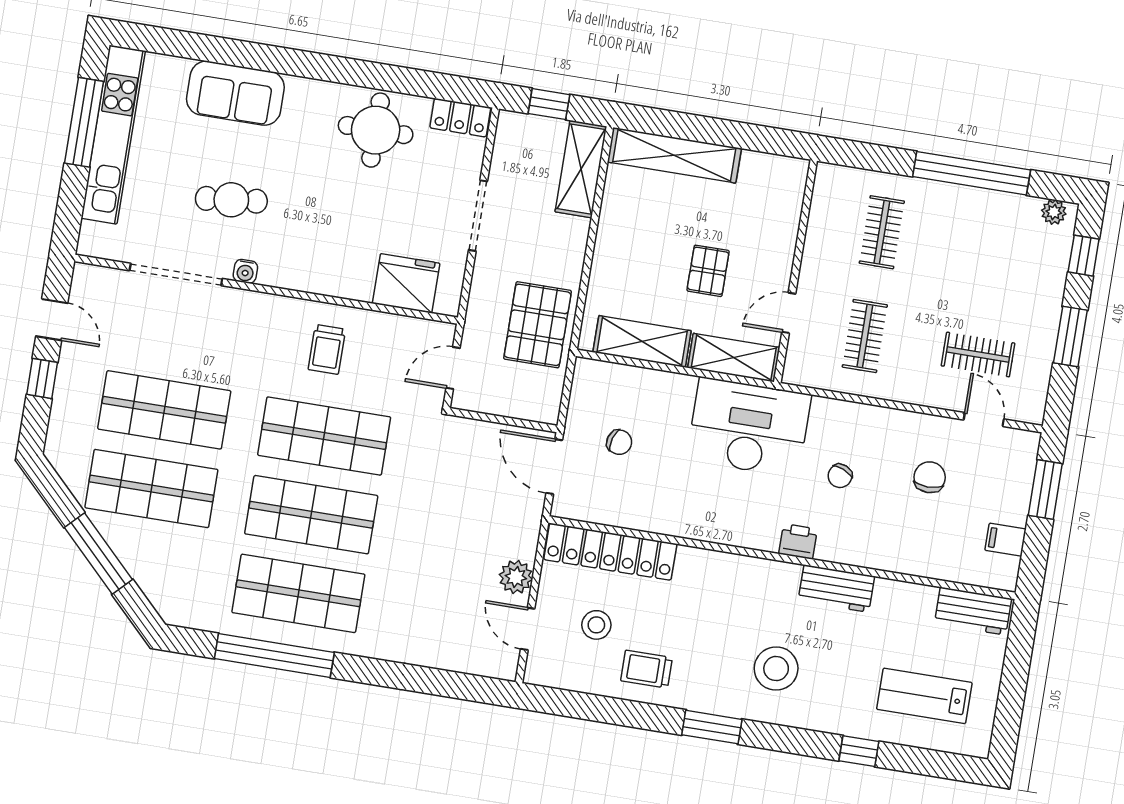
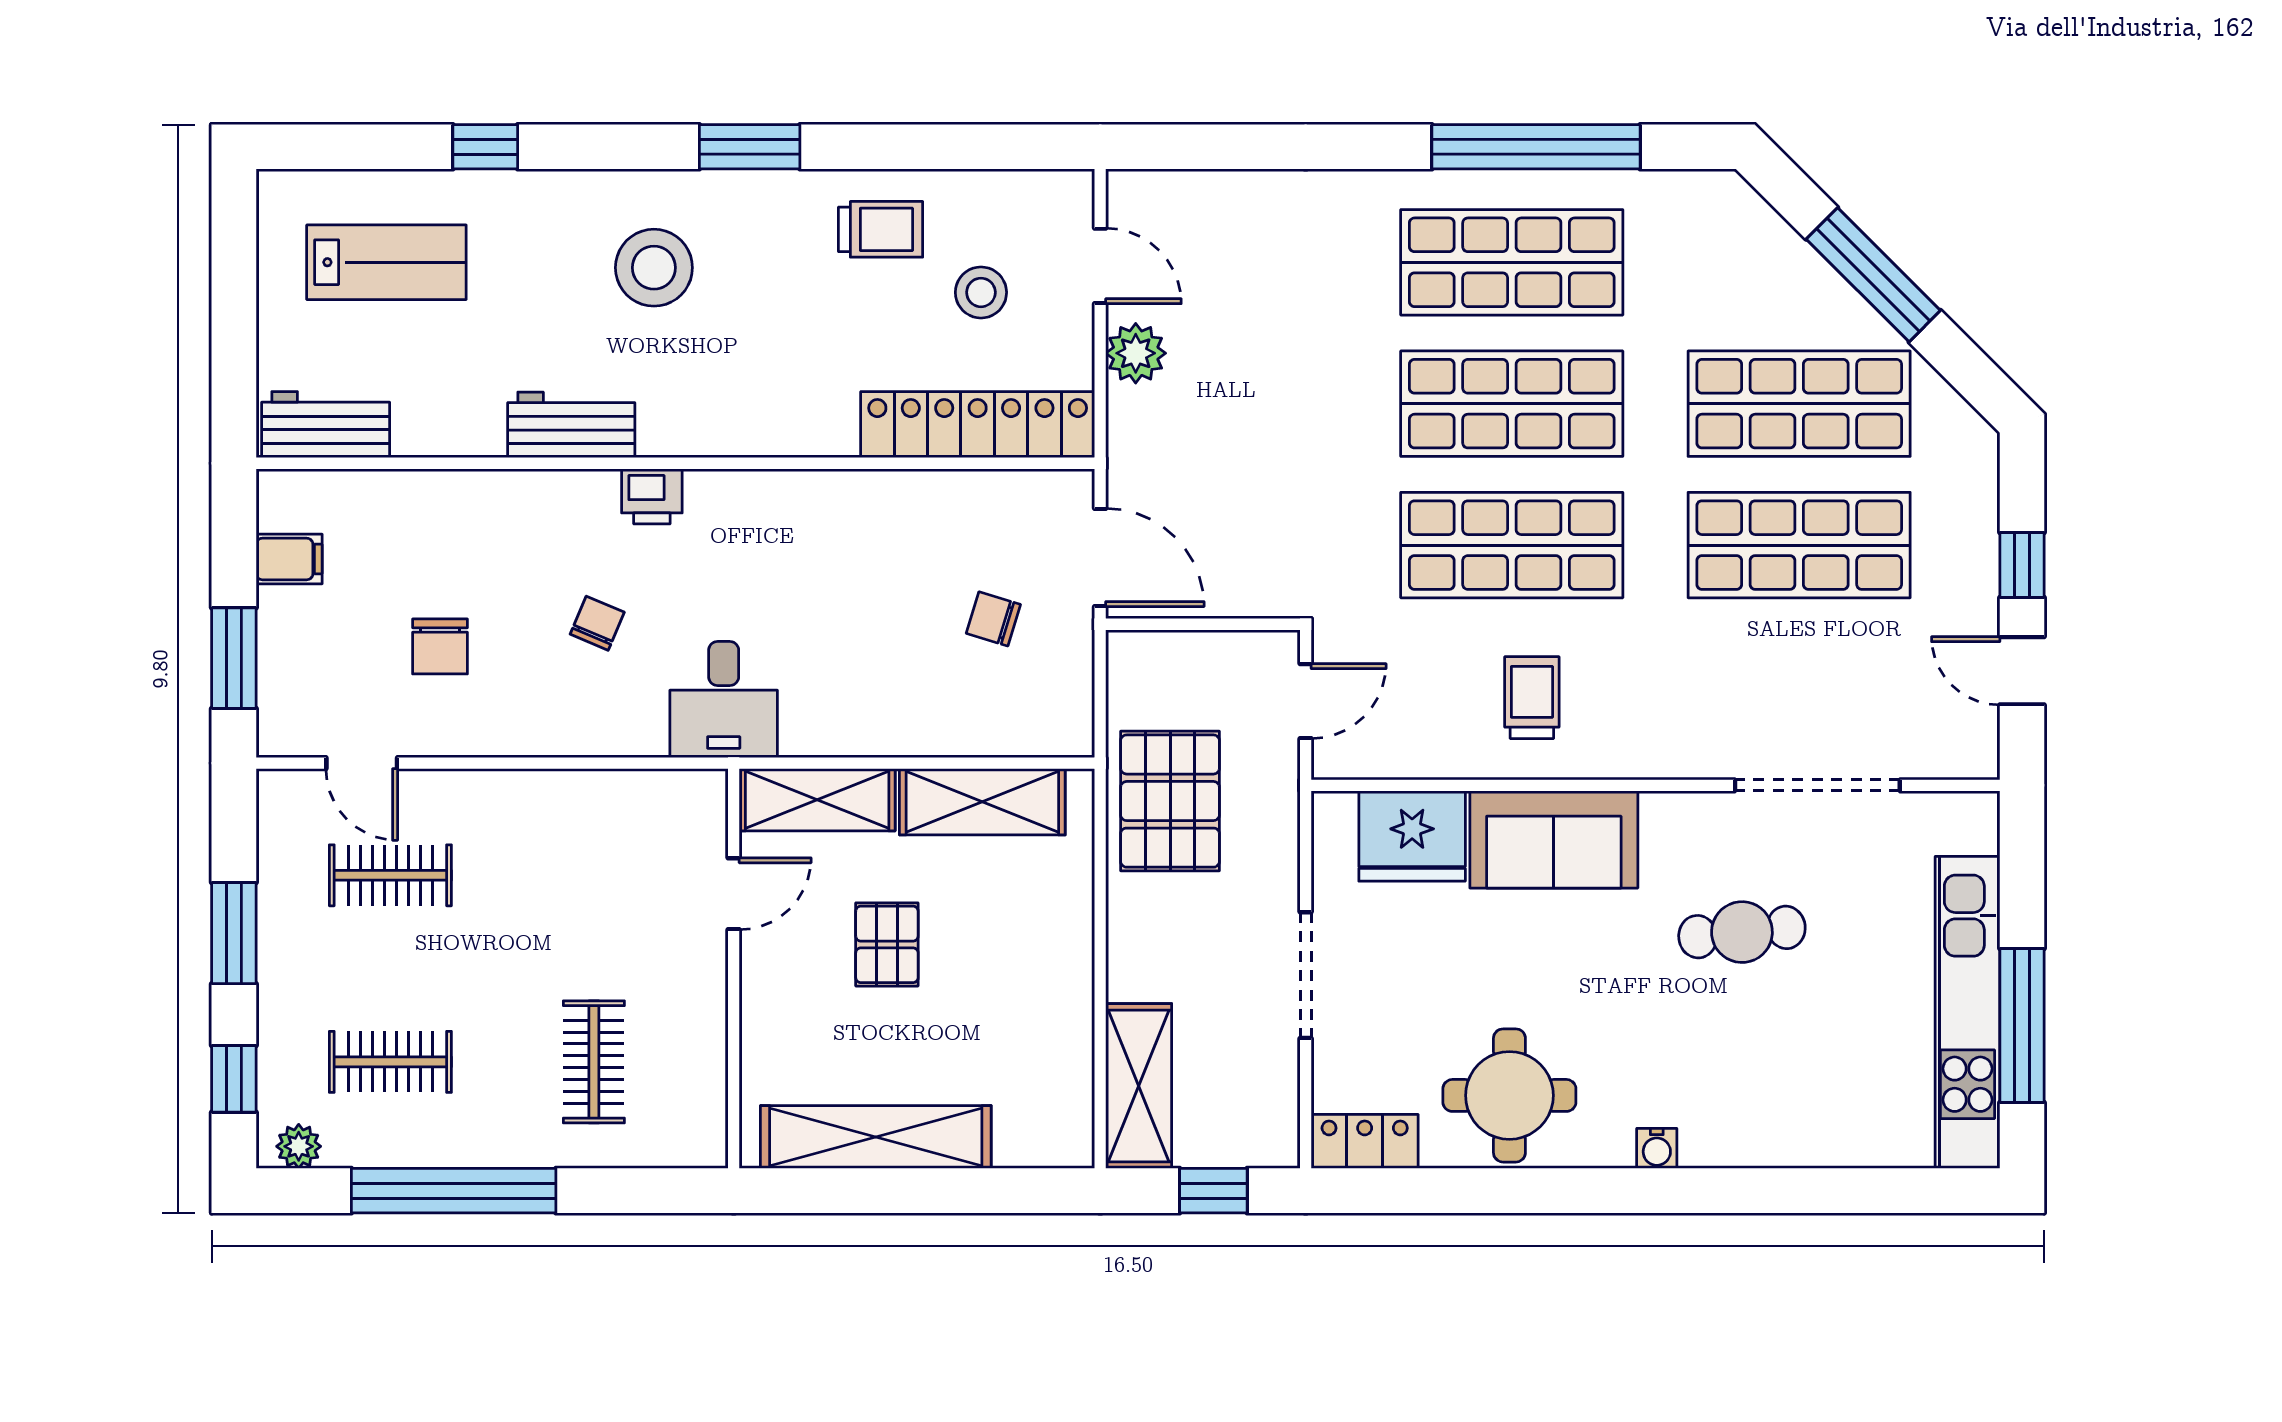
sofa: (235, 93) -> (1554, 839), moved, turned 180
shelving: (674, 155) -> (876, 1137), moved
water cooler: (245, 271) -> (1657, 1148), moved, turned 180
clothes rail: (865, 336) -> (390, 1062), moved, turned 90
desk: (749, 427) -> (724, 700), width x0.53, depth x0.77

